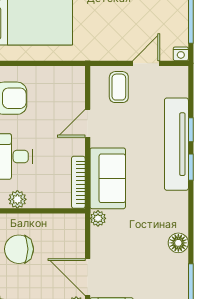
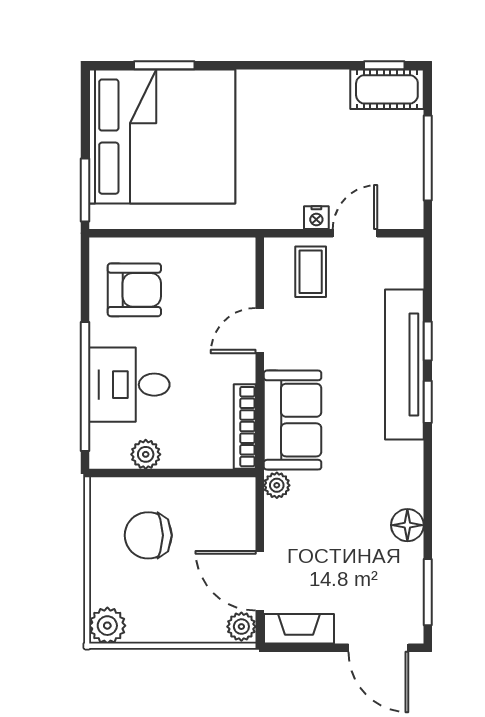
nightstand: (181, 54) -> (316, 218), moved

